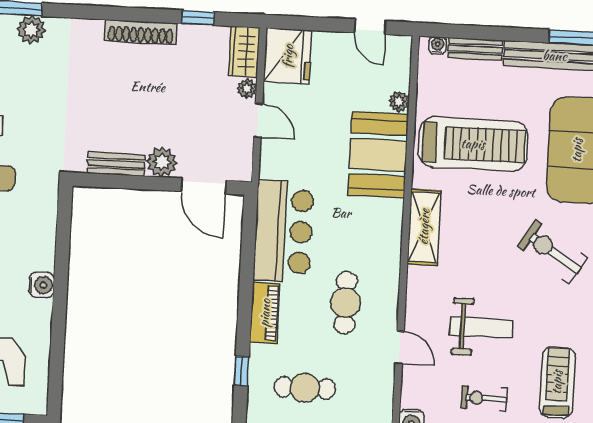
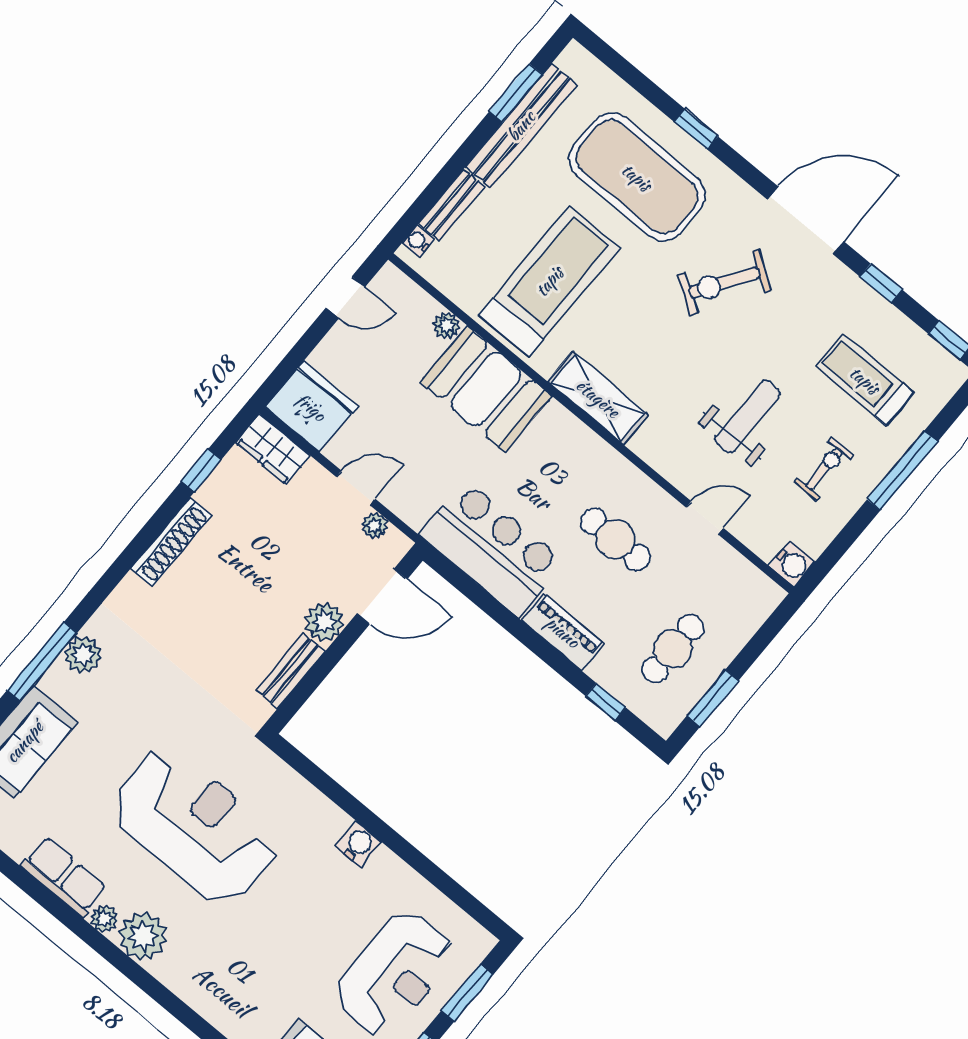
plant: (247, 89) -> (375, 526), moved
exercise bike: (484, 398) -> (824, 469), turned 180

